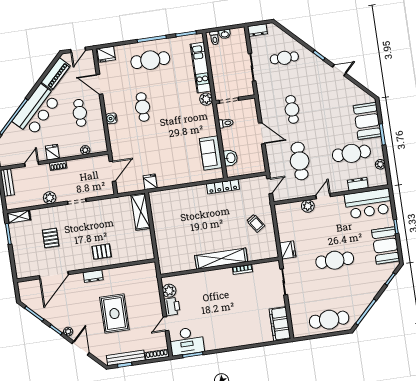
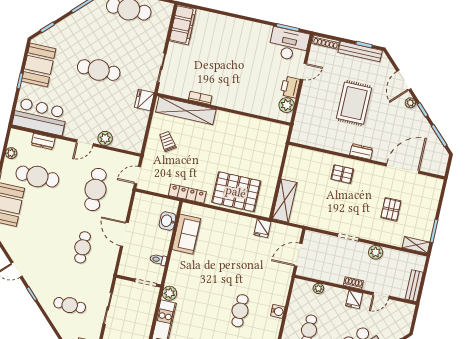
pallet: (183, 204) -> (236, 192), added
shelving: (221, 259) -> (186, 111), moved

